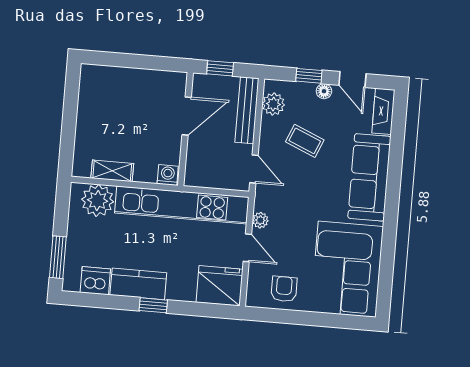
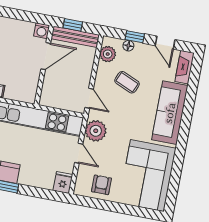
floor lamp: (324, 91) -> (128, 46), moved
bench: (247, 110) -> (75, 37), moved, turned 90
washing machine: (168, 175) -> (42, 31), moved, turned 180
plant: (260, 220) -> (96, 131), width x1.87, depth x1.87
fridge: (219, 286) -> (63, 182), width x0.53, depth x0.75

